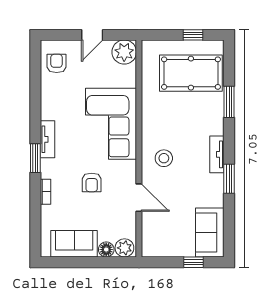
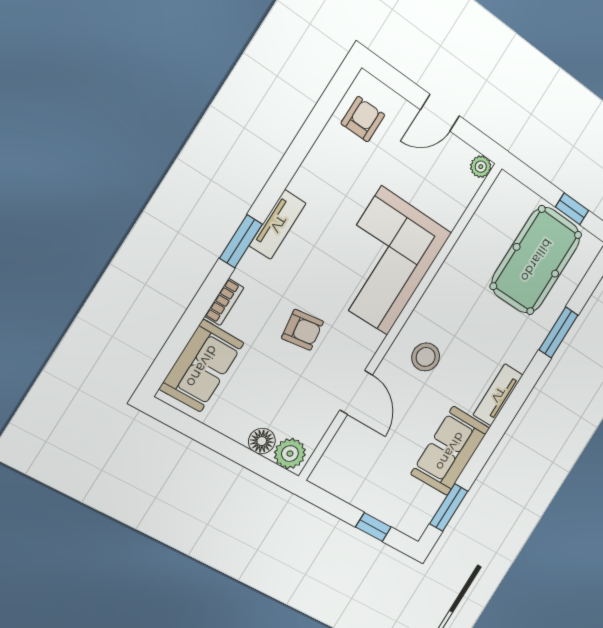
plant: (124, 52) -> (481, 167), width x0.53, depth x0.53
pool table: (191, 73) -> (536, 260), turned 90
window: (229, 179) -> (449, 507), moved
armchair: (92, 182) -> (303, 330), turned -98
sofa: (210, 233) -> (450, 451), moved
sofa: (74, 244) -> (202, 366), moved, turned 90

